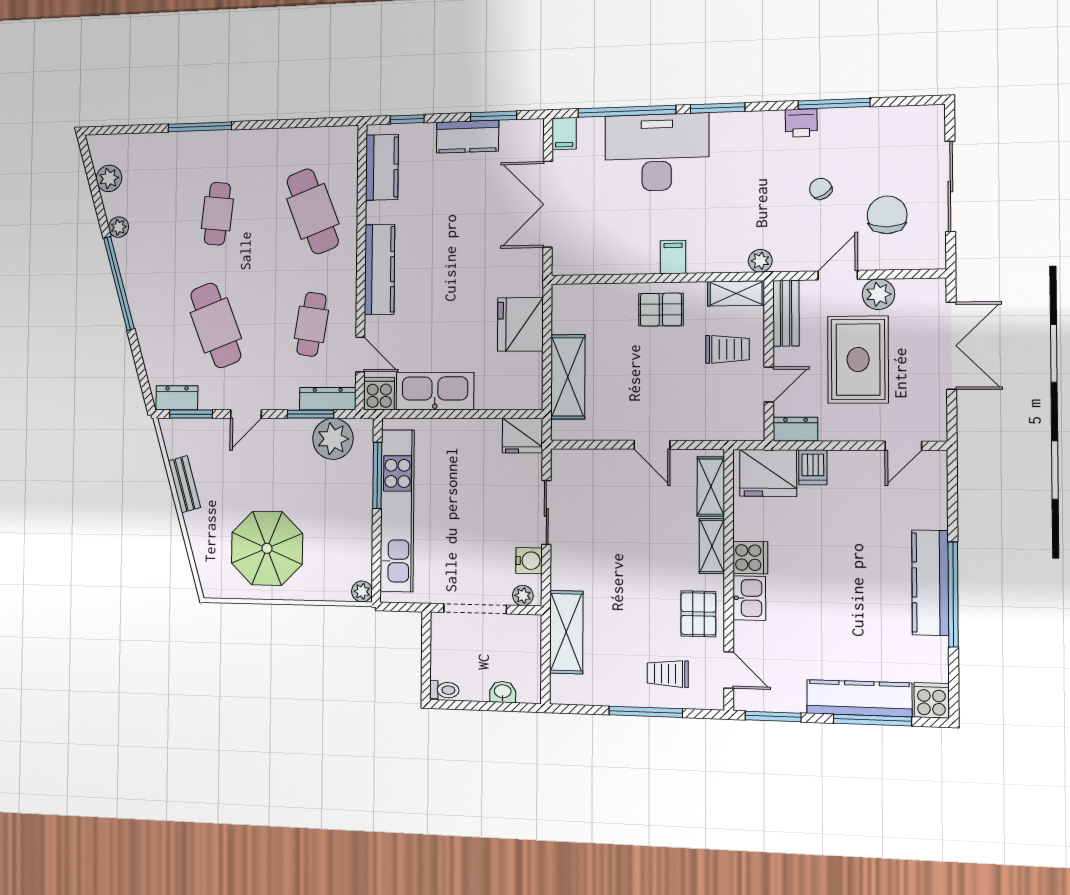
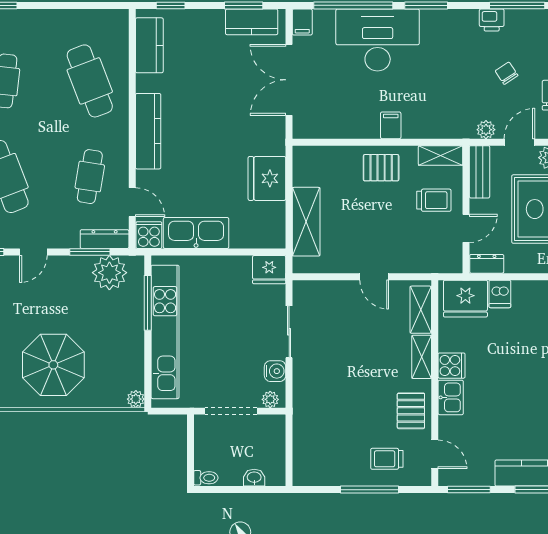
kitchen counter: (468, 137) -> (252, 22), moved
plant: (760, 261) -> (486, 130), moved
shelving: (566, 632) -> (306, 428), removed

